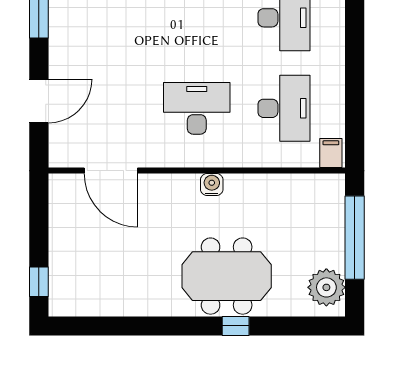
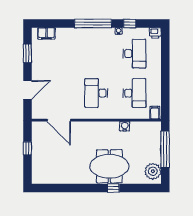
desk: (197, 108) -> (96, 93), turned -90
water cooler: (212, 185) -> (125, 126), moved
window: (39, 282) -> (27, 148), moved

